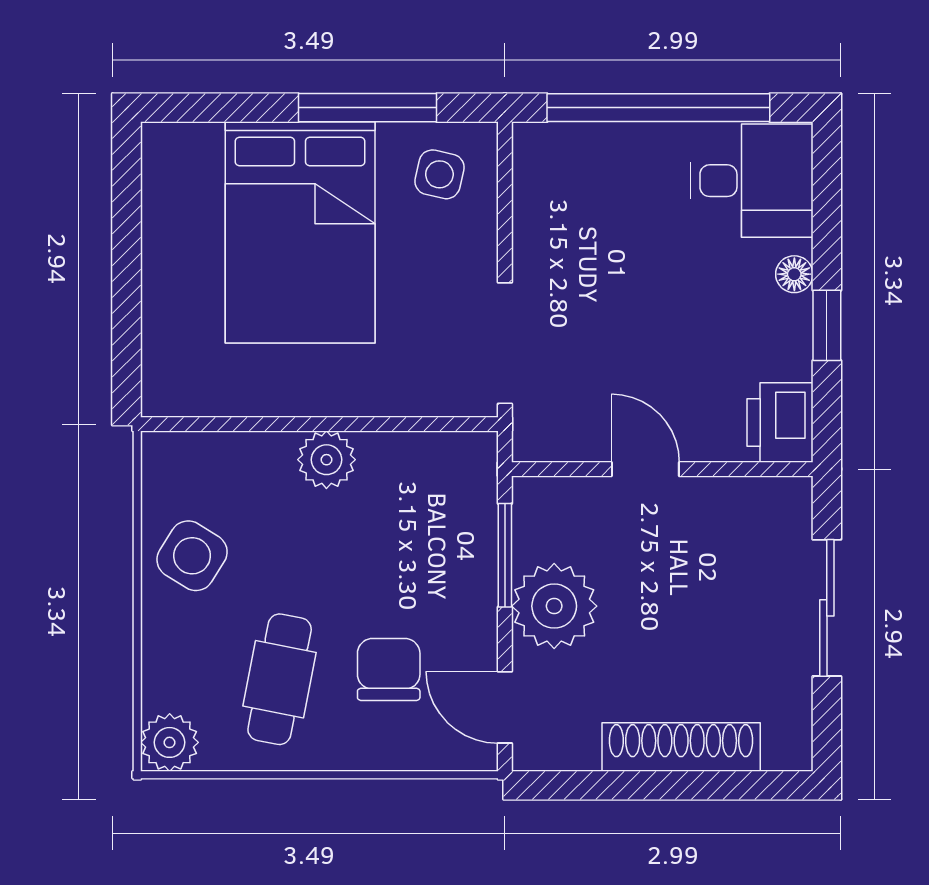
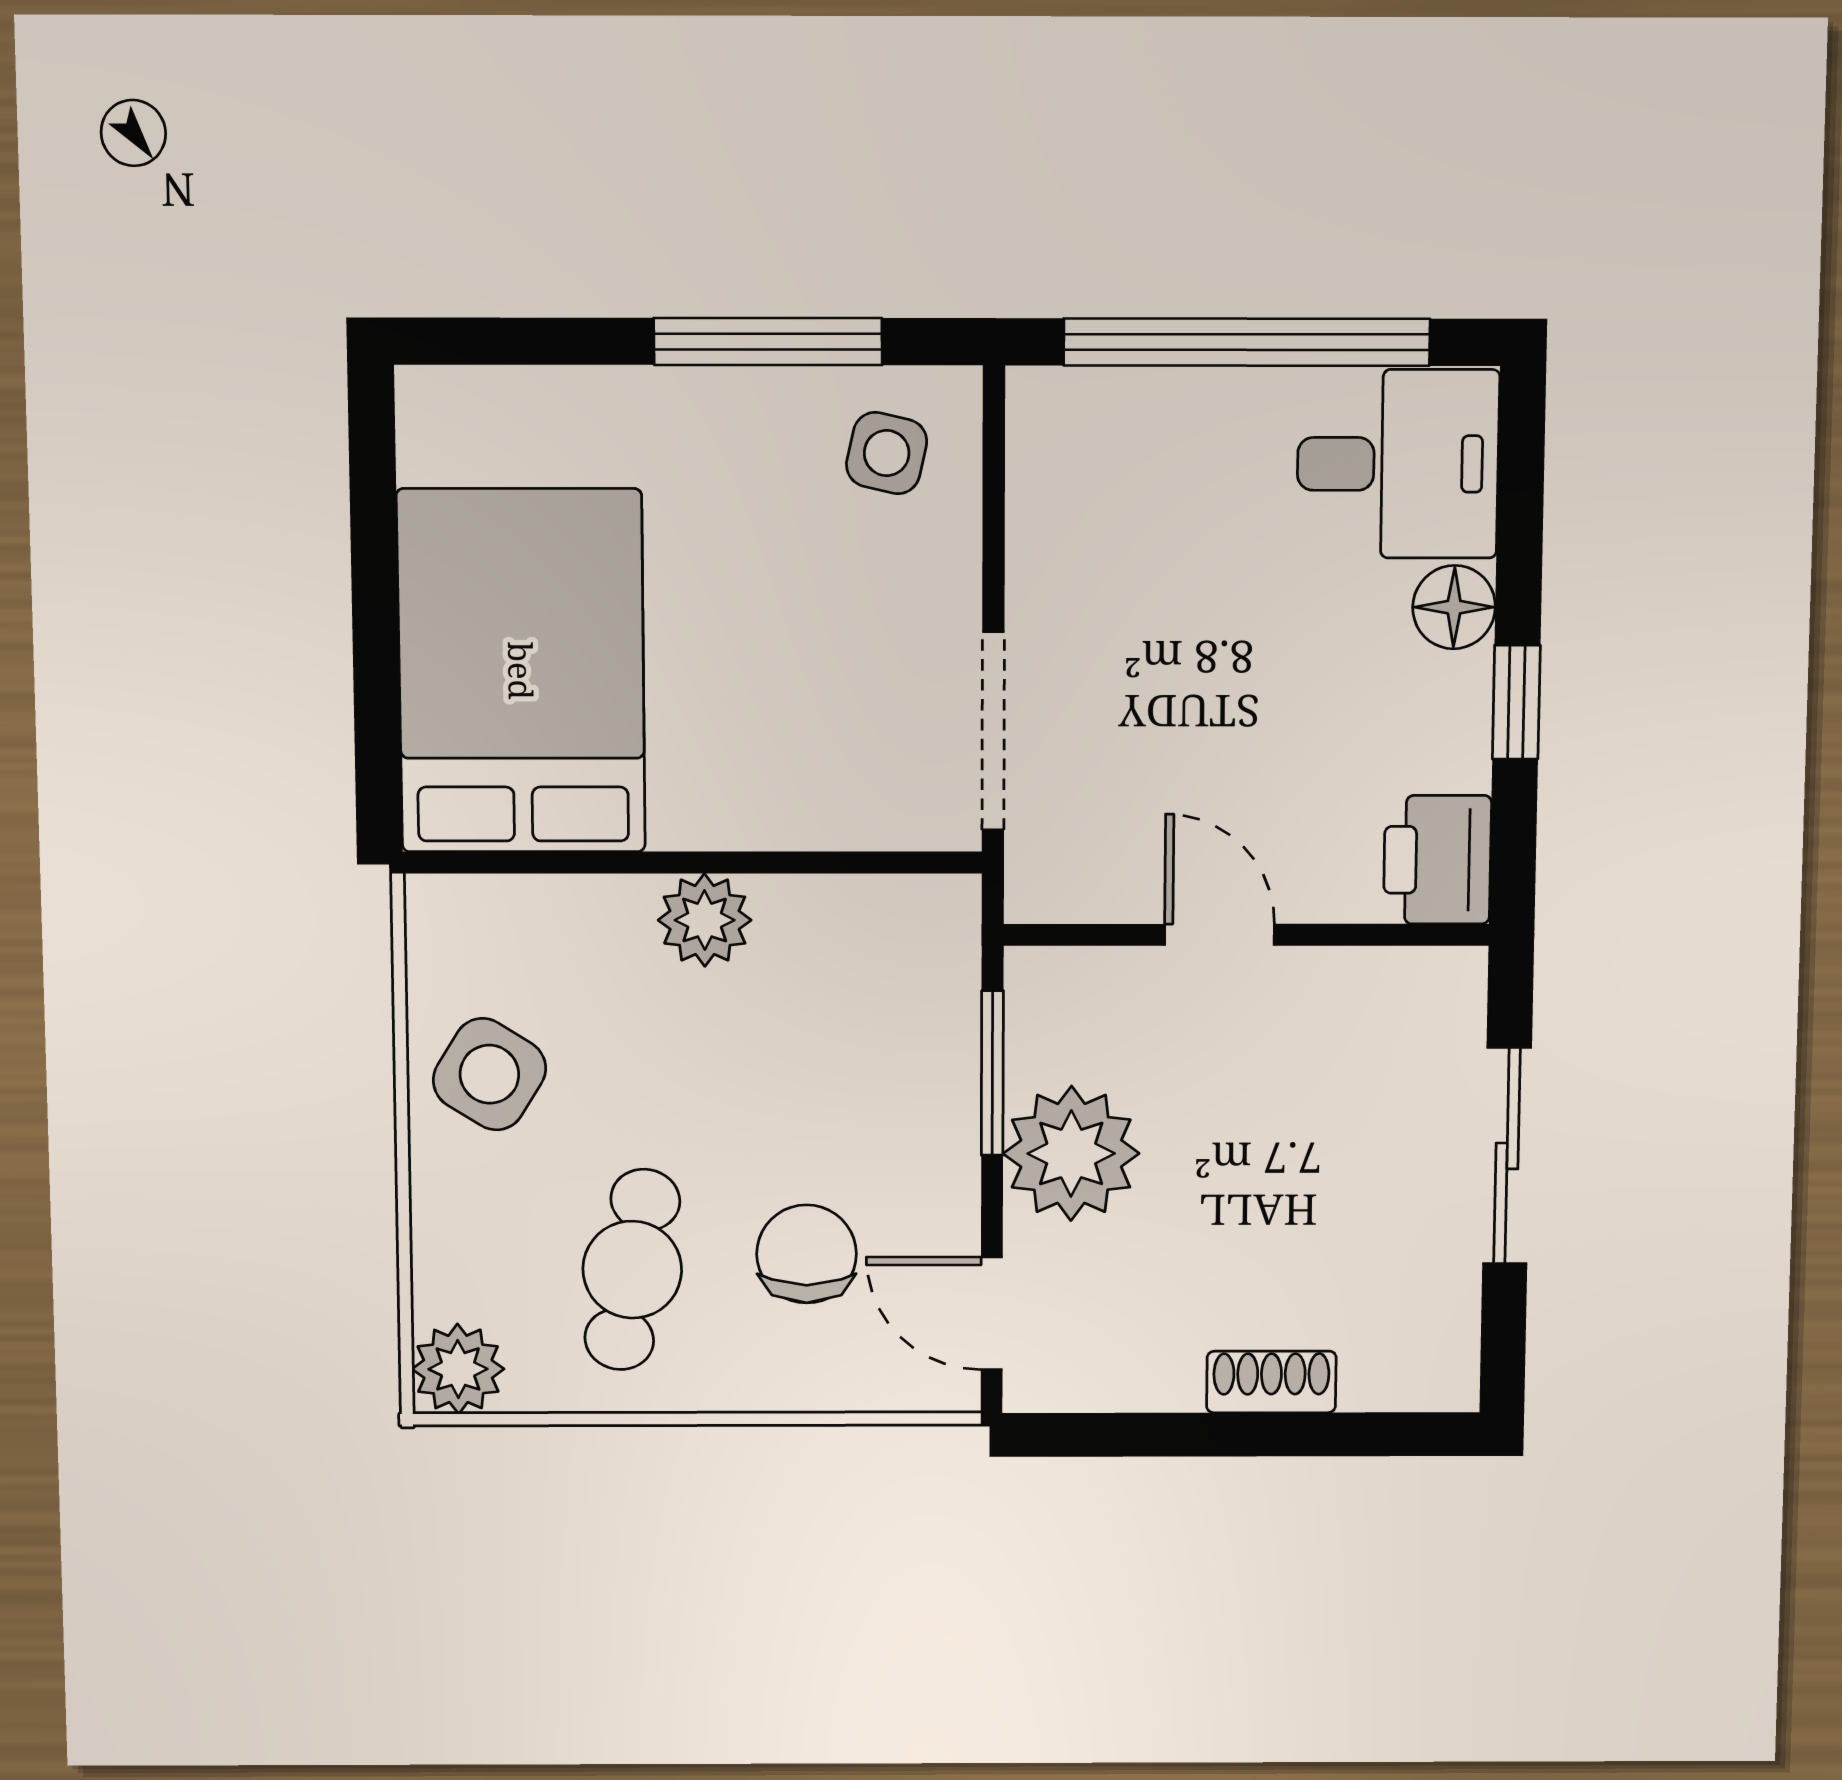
bed: (300, 232) -> (521, 671), moved, turned 180
floor lamp: (794, 274) -> (1454, 607), width x1.37, depth x1.37
shoe rack: (681, 747) -> (1271, 1382), width x0.51, depth x0.81

